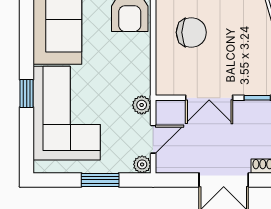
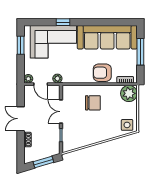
chair: (191, 32) -> (93, 103), turned -90
window: (100, 180) -> (21, 45), moved

